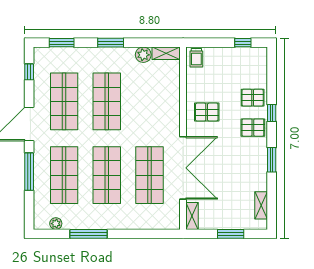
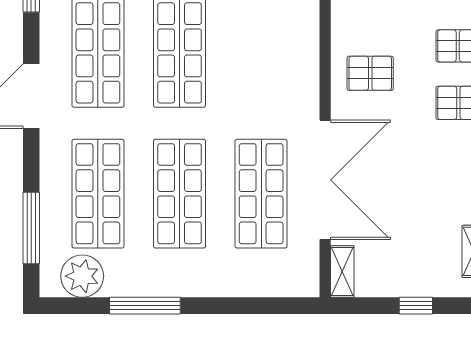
window: (29, 172) -> (31, 228), moved
plant: (56, 224) -> (82, 276), width x1.88, depth x1.88
window: (231, 234) -> (416, 306), width x0.67

